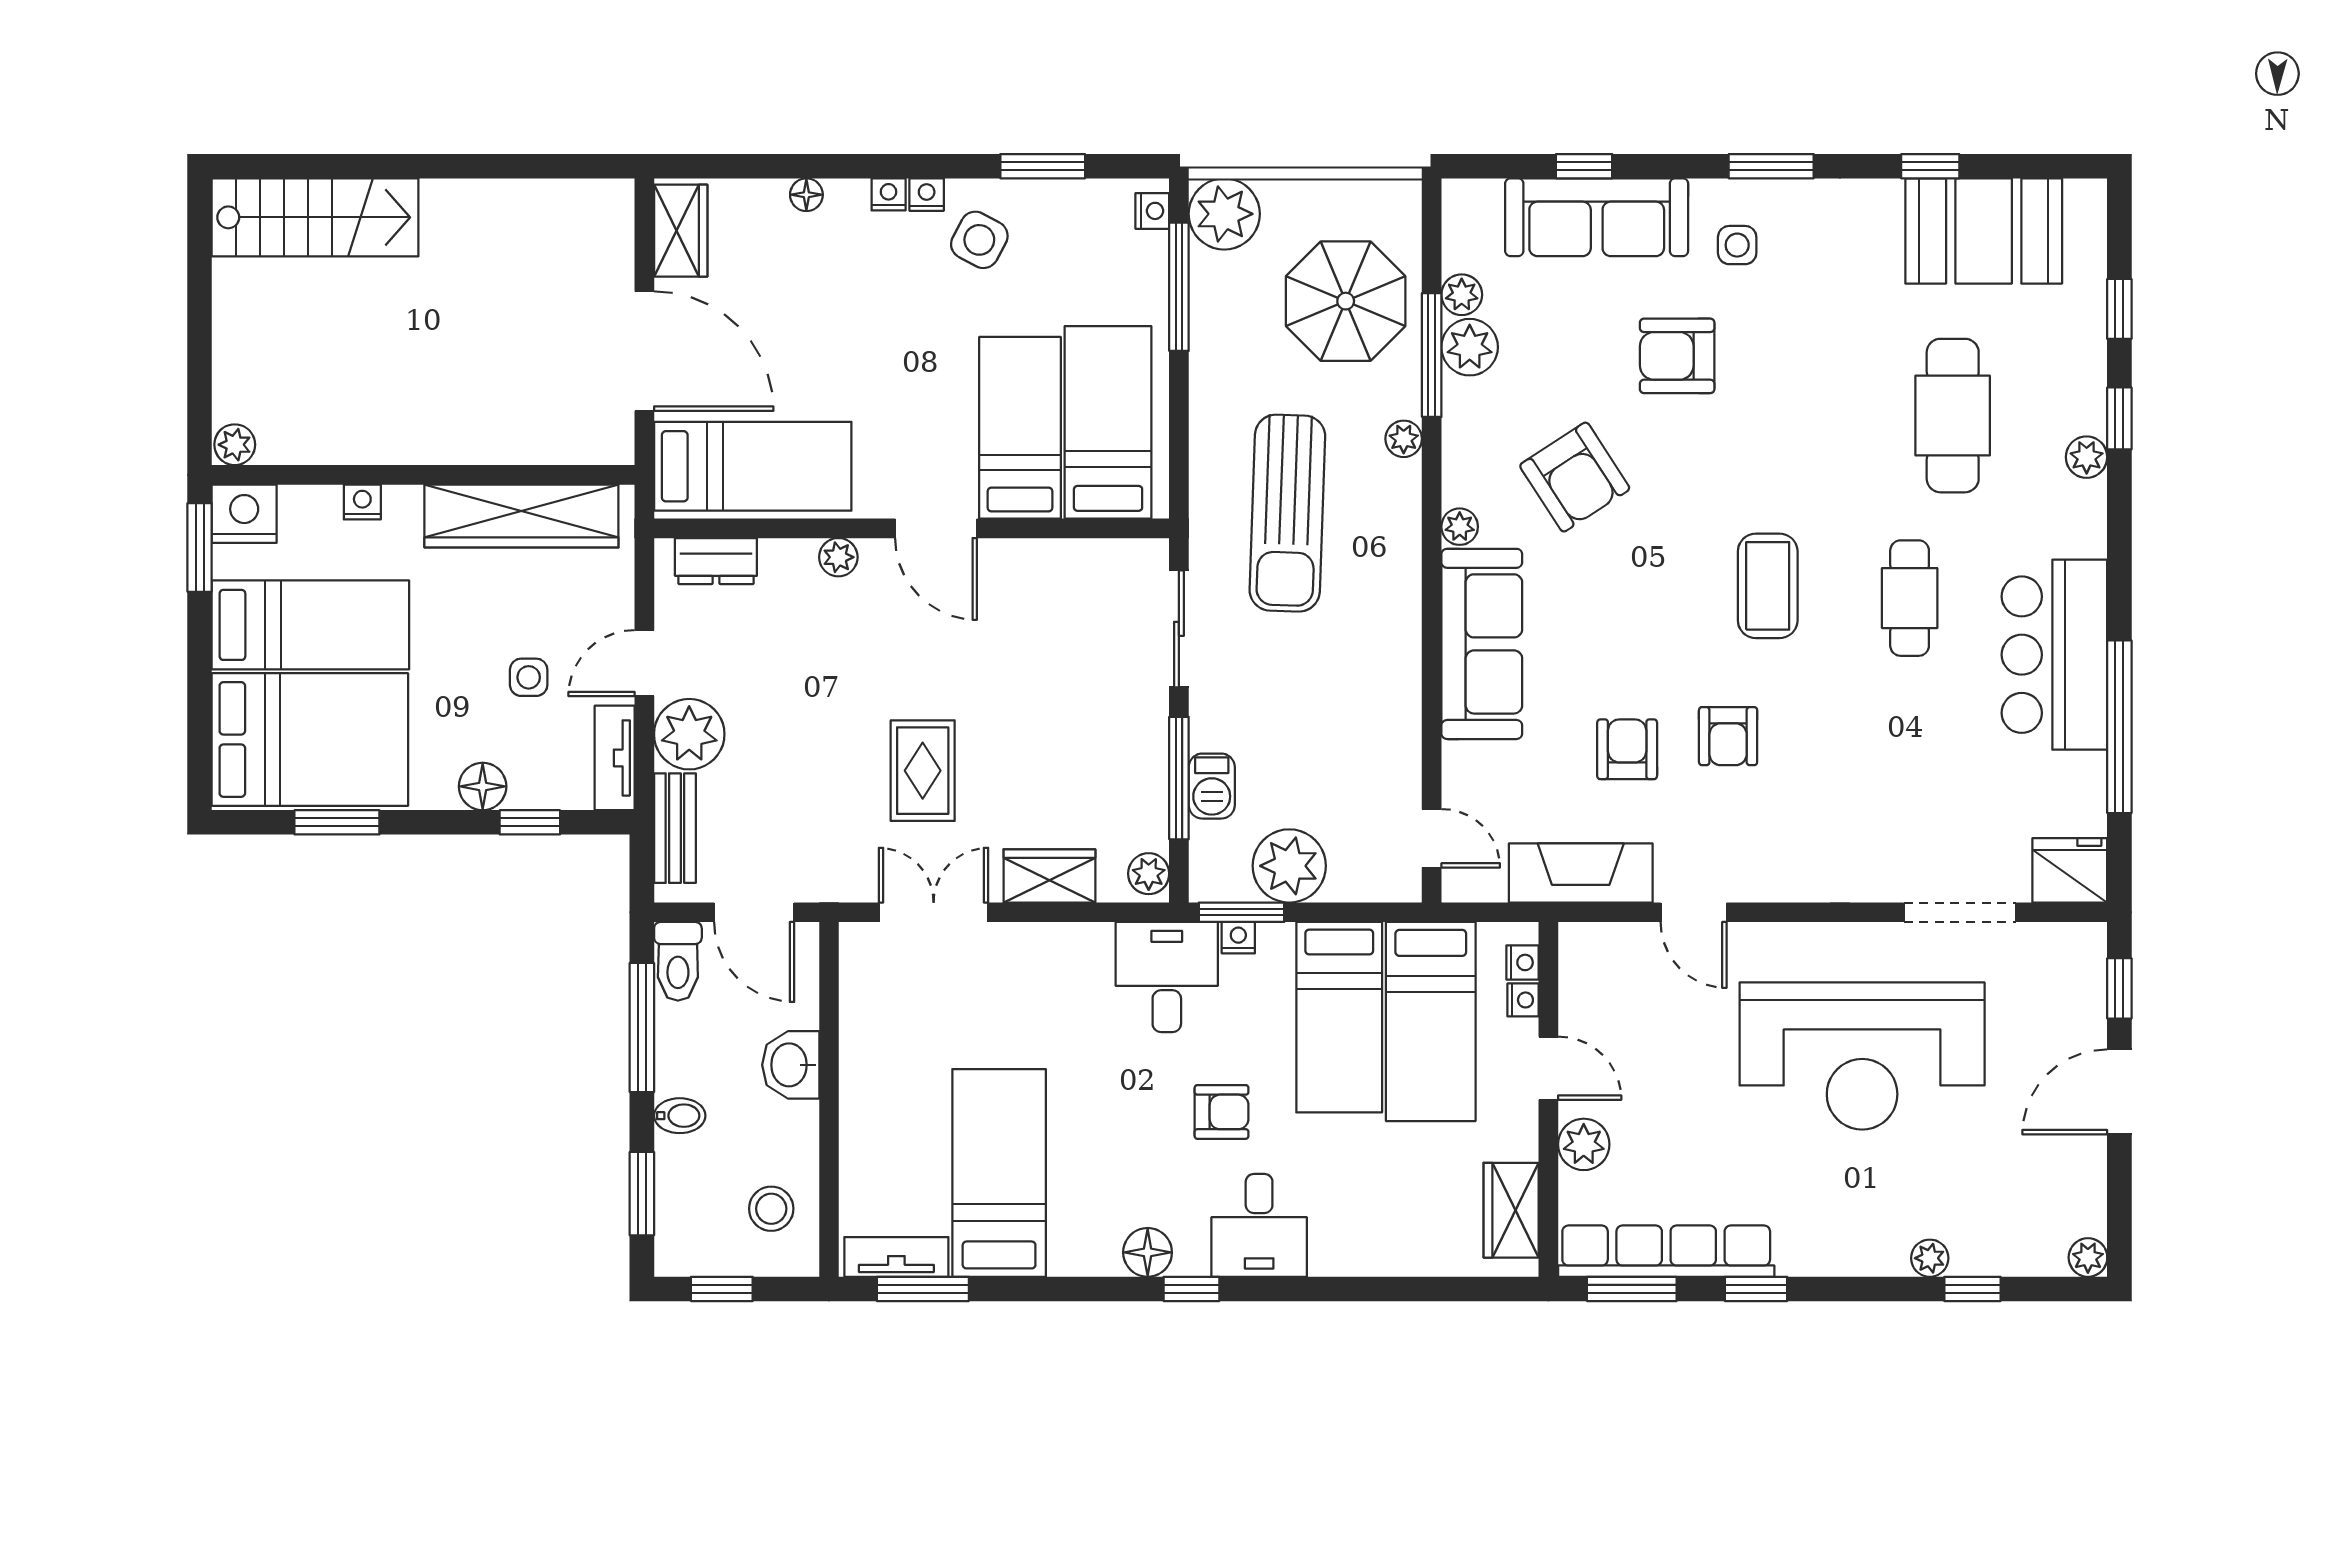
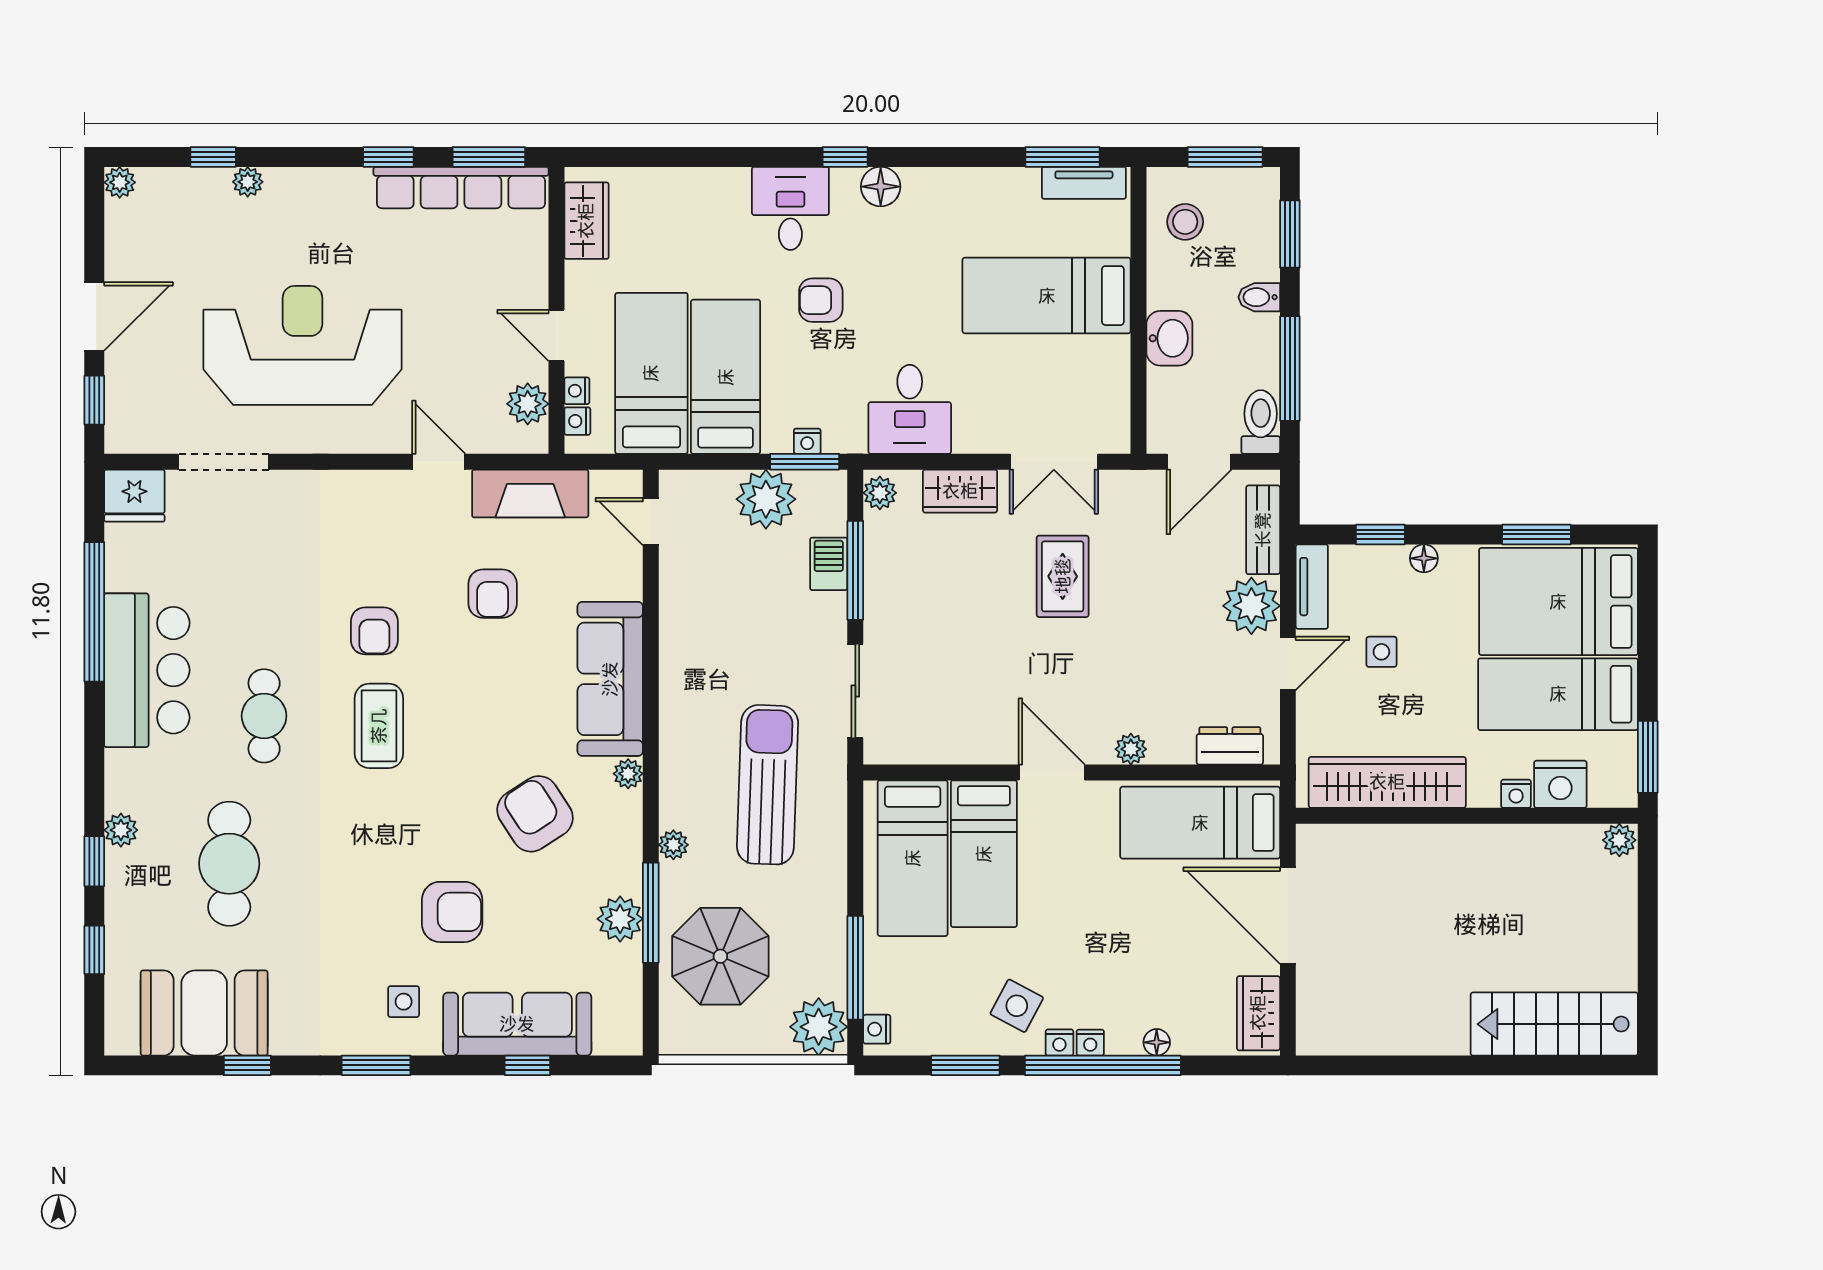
window: (873, 166) -> (1103, 1065), added
plant: (1462, 295) -> (626, 961), removed
nightstand: (244, 514) -> (1560, 784), moved
armchair: (1728, 736) -> (374, 631), moved, turned 180
floor lamp: (483, 786) -> (1424, 558), width x0.73, depth x0.73
door: (754, 912) -> (1199, 462), swing flipped
desk: (1167, 977) -> (910, 409), moved
plant: (1584, 1144) -> (528, 404), moved
bed: (999, 1173) -> (1047, 296), moved, turned 90
window: (722, 1289) -> (1225, 157), width x1.50

